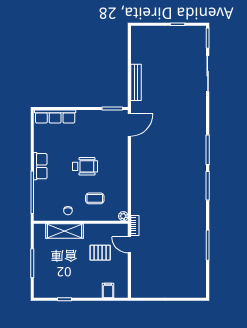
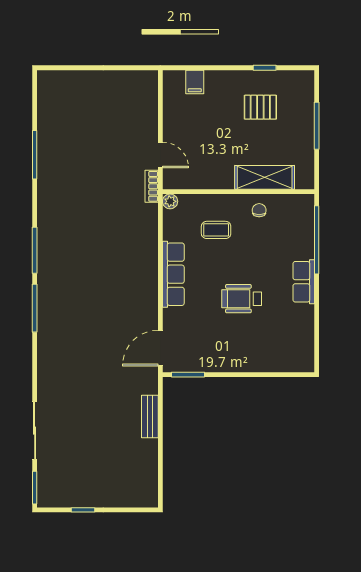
bench: (136, 82) -> (150, 416), width x0.73
row of seats: (55, 117) -> (173, 274), moved, turned 90
wheelchair: (85, 166) -> (242, 299), moved
pallet: (100, 253) -> (260, 107), moved

